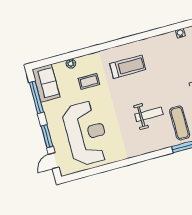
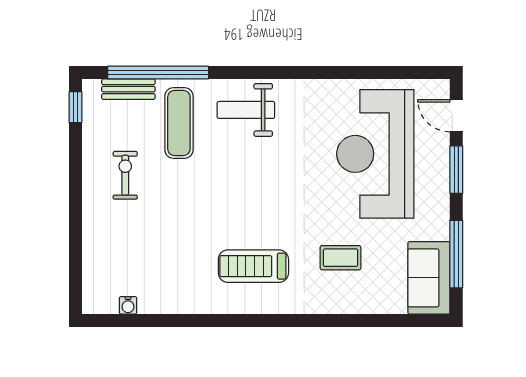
plant: (71, 63) -> (367, 304), removed
weight bench: (149, 114) -> (246, 110), moved
door: (54, 161) -> (456, 116), swing flipped

